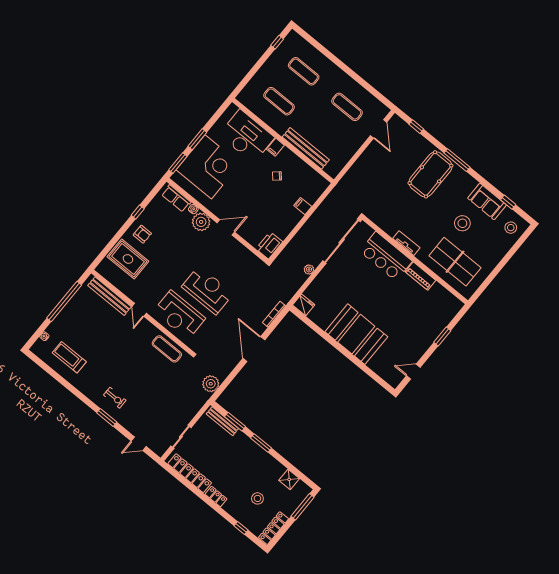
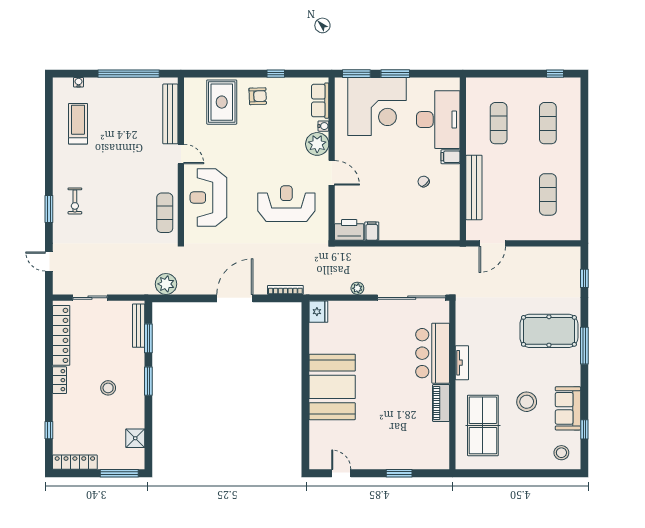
door: (379, 129) -> (492, 243), moved
filing cabinet: (303, 206) -> (372, 231), moved
armchair: (142, 234) -> (258, 96), turned -92
reception desk: (207, 290) -> (286, 204), moved, turned -90
door: (139, 310) -> (181, 154), swing flipped
stool: (257, 498) -> (108, 388), moved

